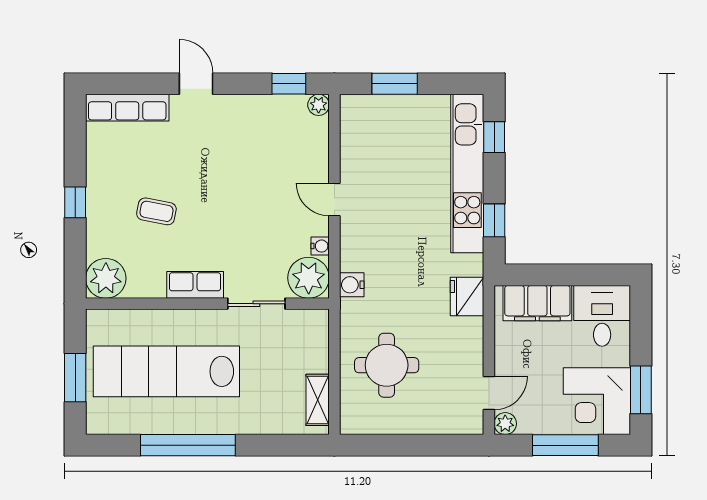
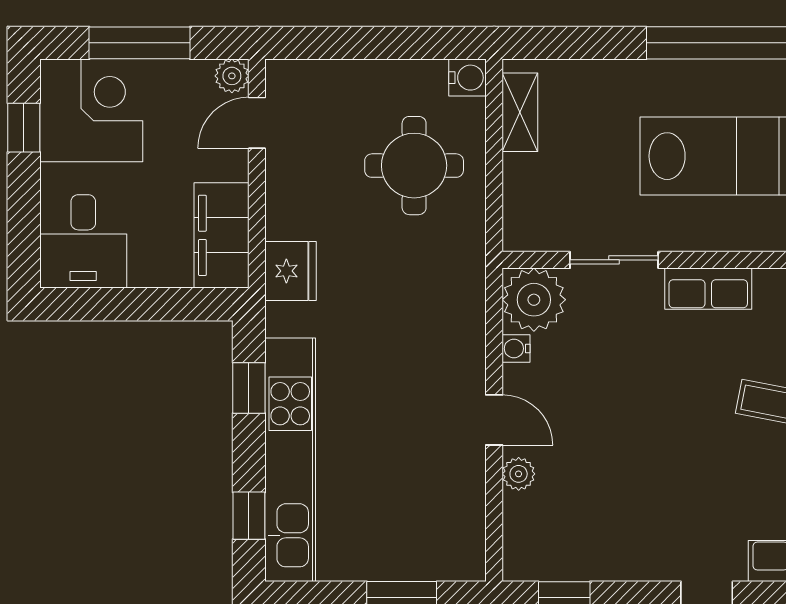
plant: (319, 105) -> (519, 474), moved
water cooler: (352, 285) -> (467, 78), moved
filing cabinet: (537, 303) -> (222, 235), moved, turned -90
window: (641, 390) -> (24, 128), width x0.67

